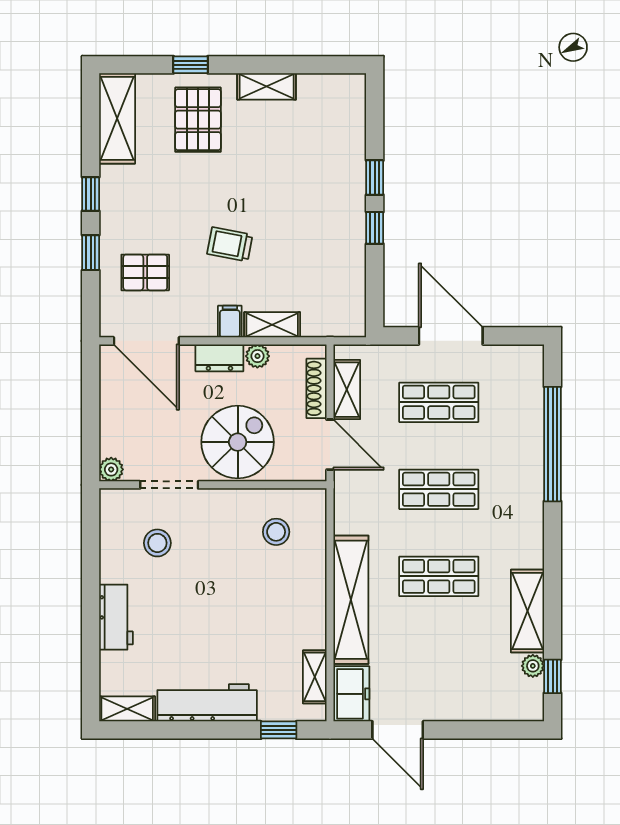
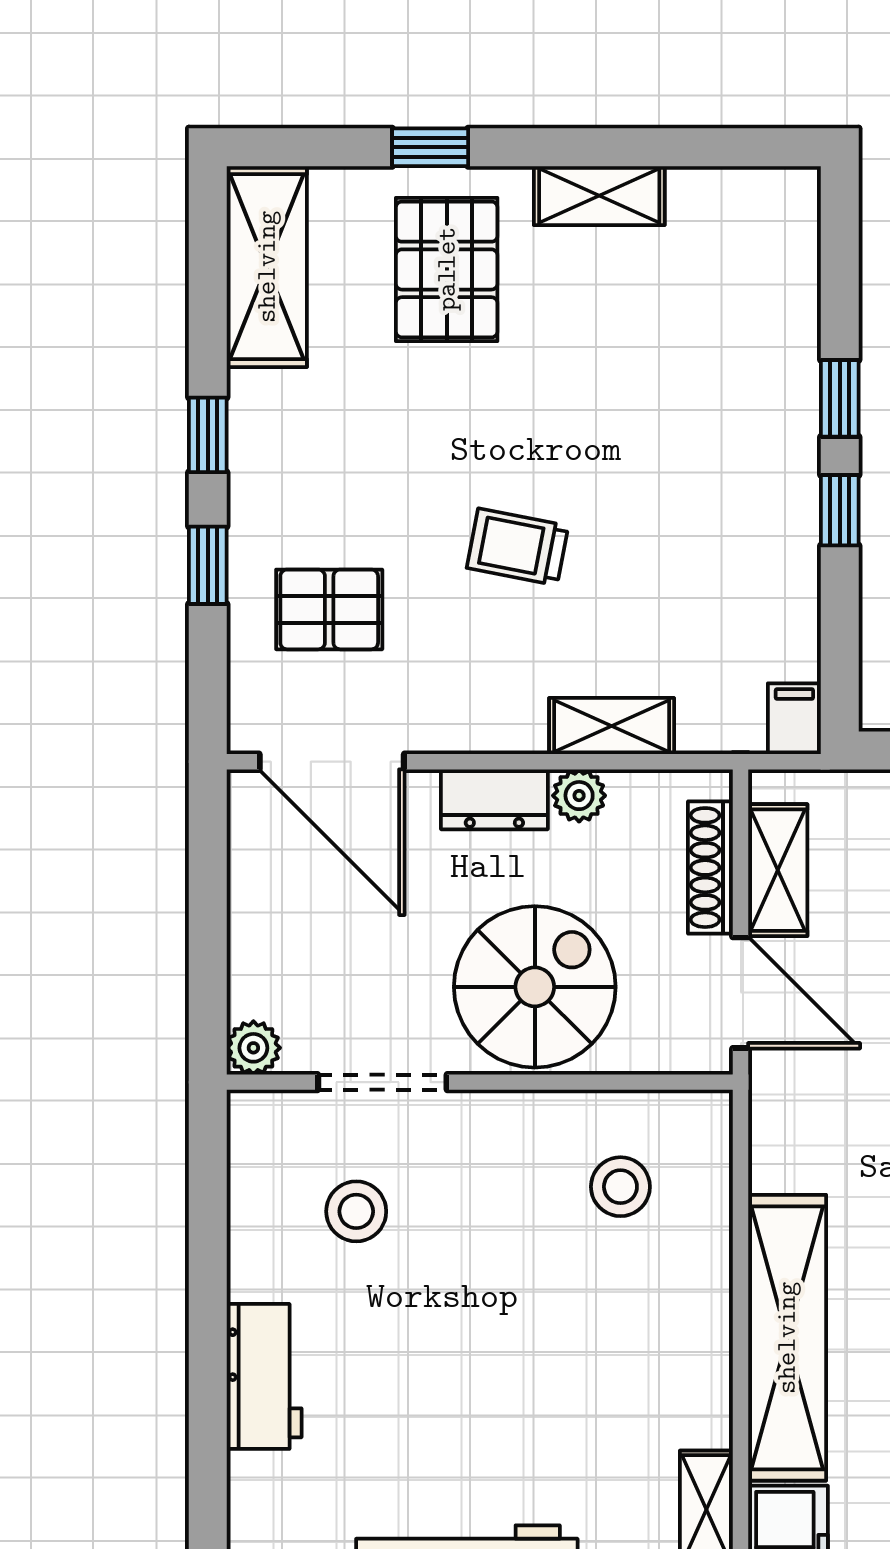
filing cabinet: (230, 322) -> (794, 719), moved

